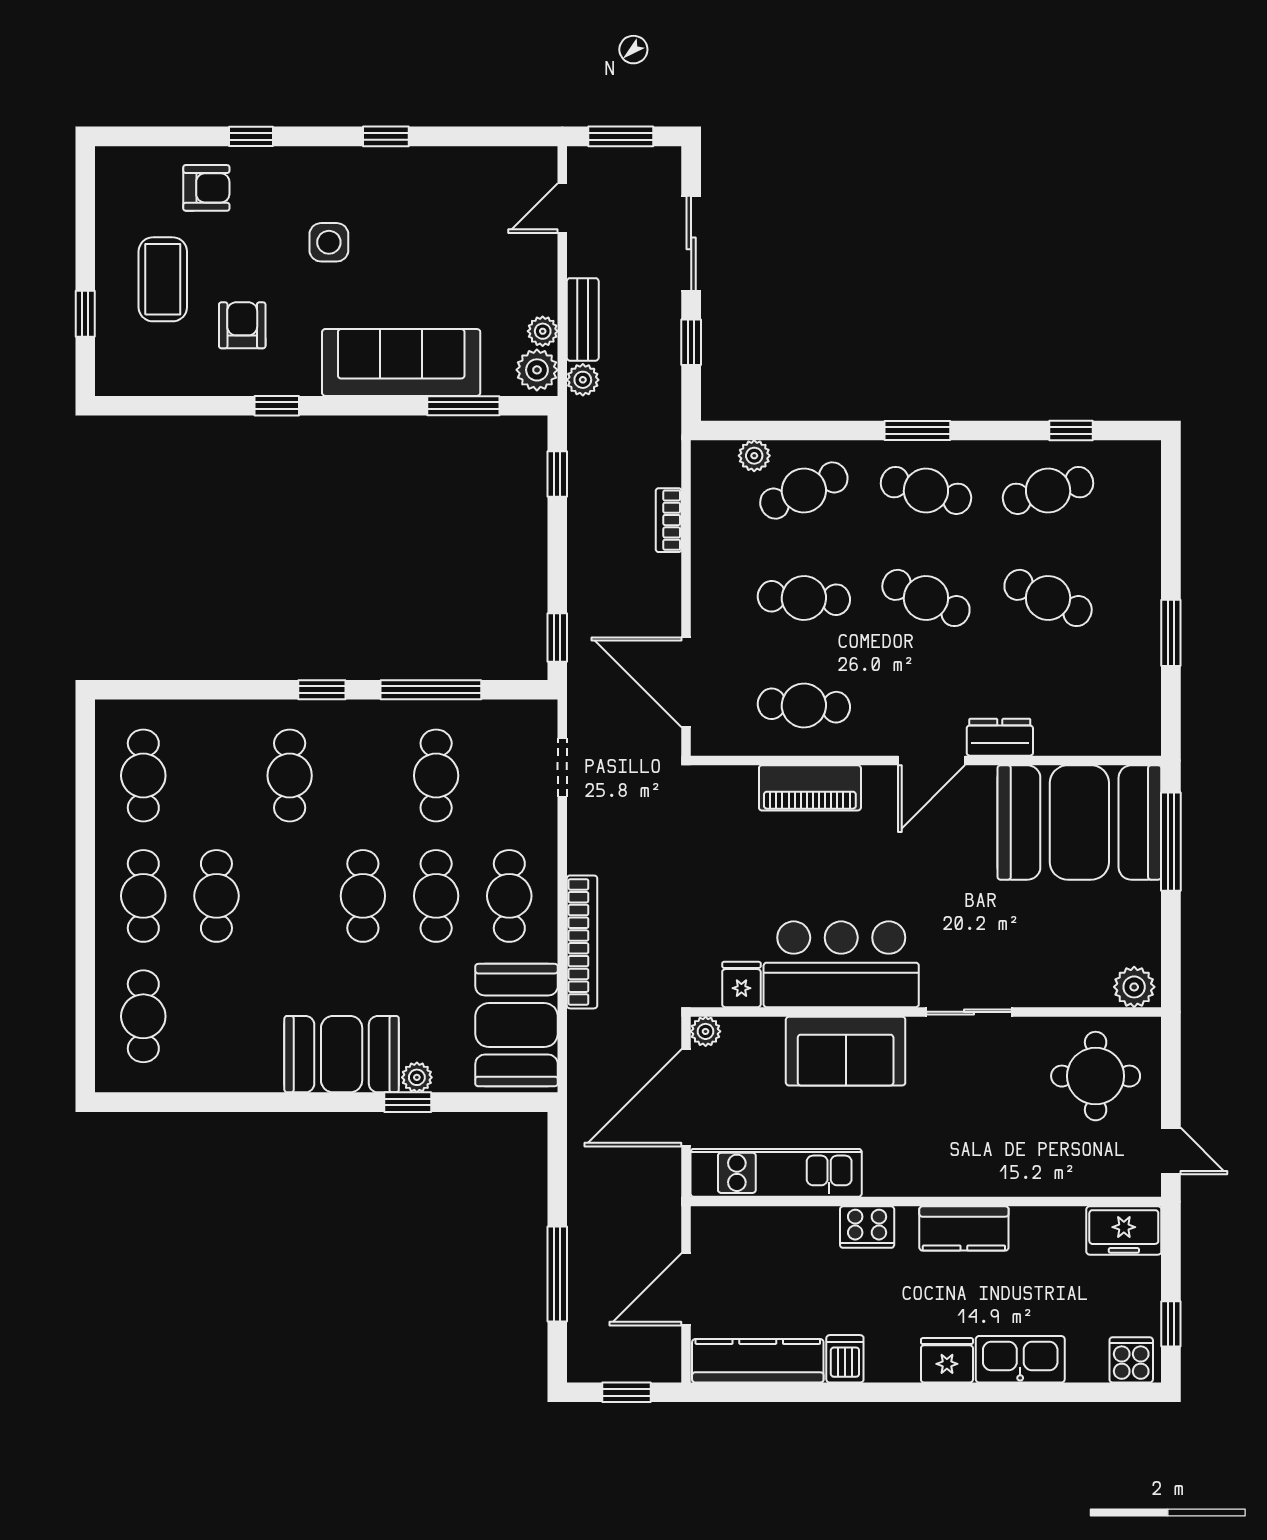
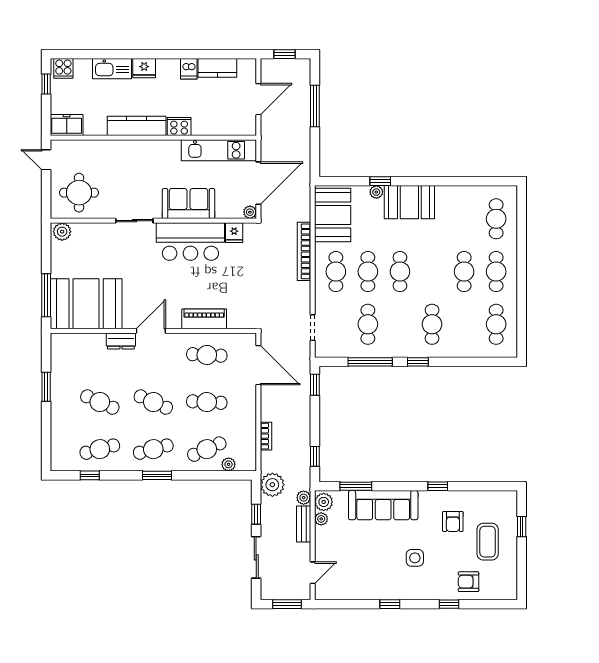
plant: (654, 409) -> (272, 485), added
cafe table: (926, 490) -> (153, 449), turned -30
kitchen counter: (964, 1228) -> (137, 126), width x1.50
kitchen counter: (758, 1361) -> (217, 68), width x0.67

